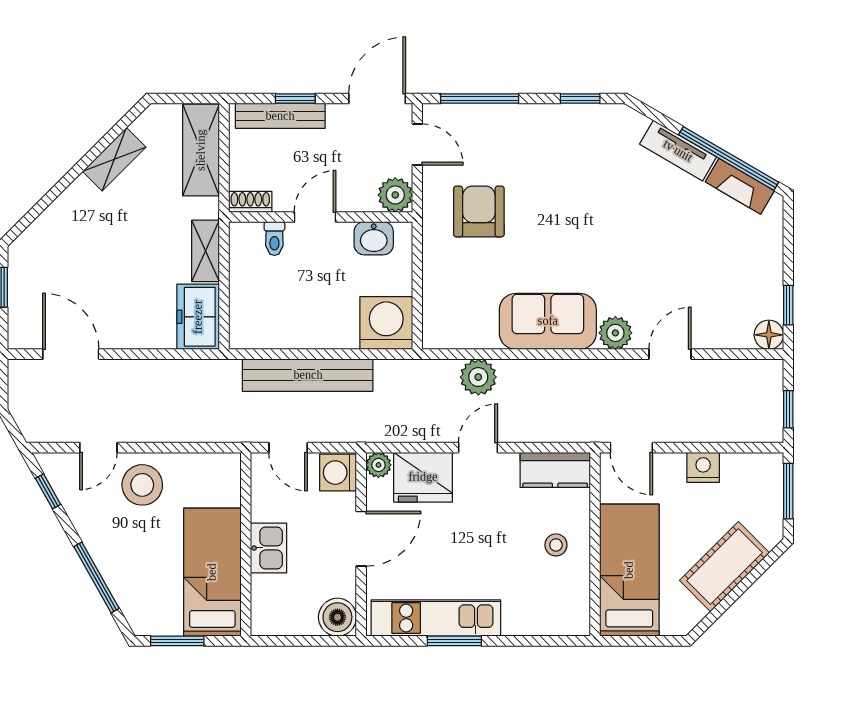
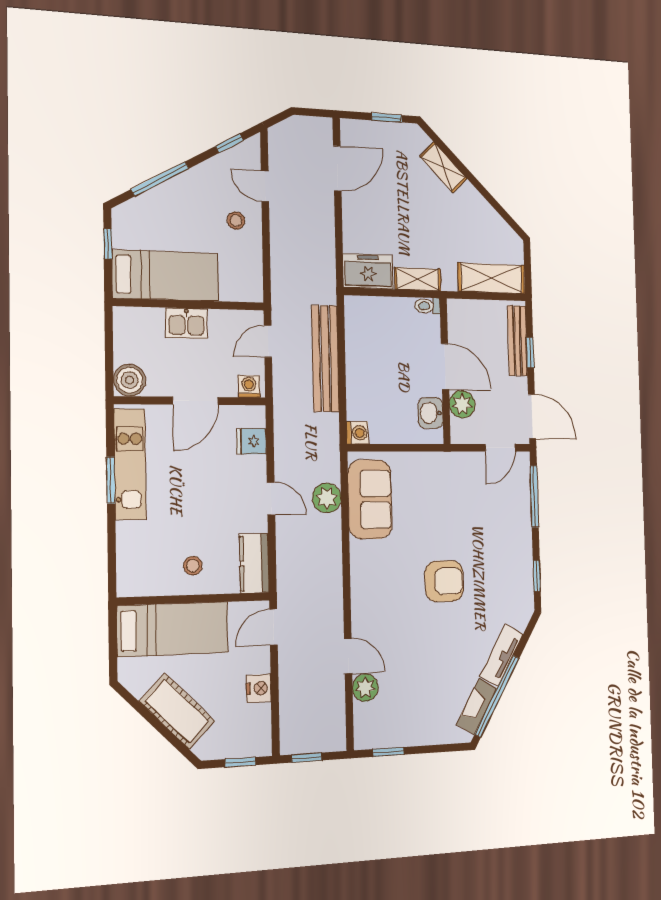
shelving: (114, 159) -> (443, 167), moved
plant: (395, 195) -> (462, 404), moved
shoe rack: (250, 202) -> (455, 316), removed
armchair: (479, 211) -> (444, 581), moved
door: (315, 217) -> (445, 367), width x1.38
toilet: (274, 239) -> (428, 306), moved
sofa: (548, 321) -> (370, 499), moved
washing machine: (386, 323) -> (358, 433), width x0.53, depth x0.53
plant: (615, 333) -> (365, 688), moved
floor lamp: (769, 335) -> (365, 737), removed
plant: (378, 465) -> (256, 416), removed
washing machine: (338, 473) -> (249, 386), width x0.73, depth x0.73
fridge: (423, 477) -> (251, 441), width x0.53, depth x0.75
stool: (142, 485) -> (236, 221), width x0.53, depth x0.53
window: (788, 491) -> (241, 762), width x0.67
door: (361, 539) -> (195, 401), hinge flipped
window: (177, 641) -> (108, 244), width x0.67

